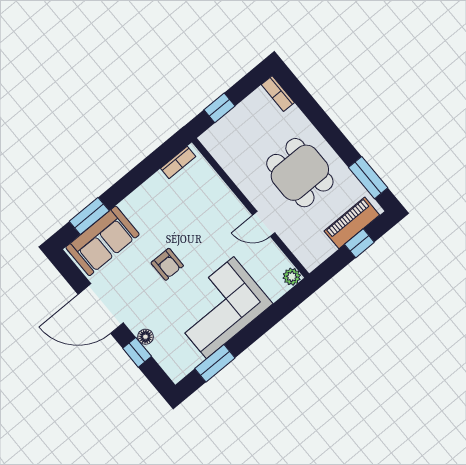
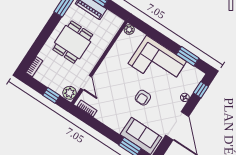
plant: (214, 140) -> (70, 93), added
door: (264, 224) -> (86, 83), moved
armchair: (167, 264) -> (143, 98), turned 180
window: (137, 352) -> (201, 90), moved

